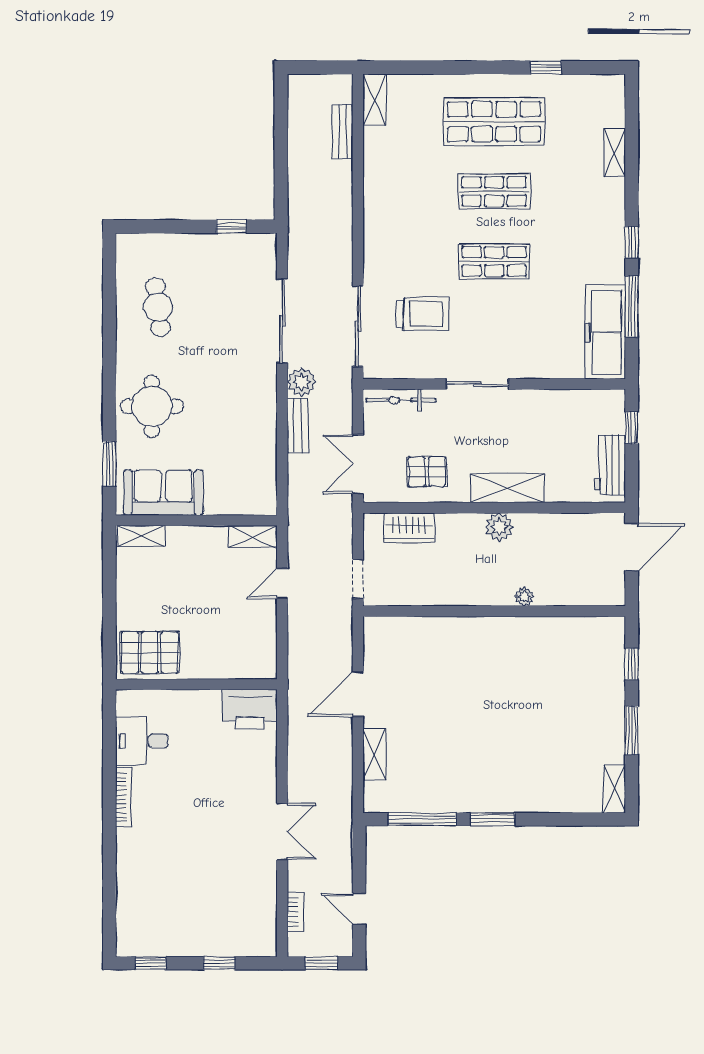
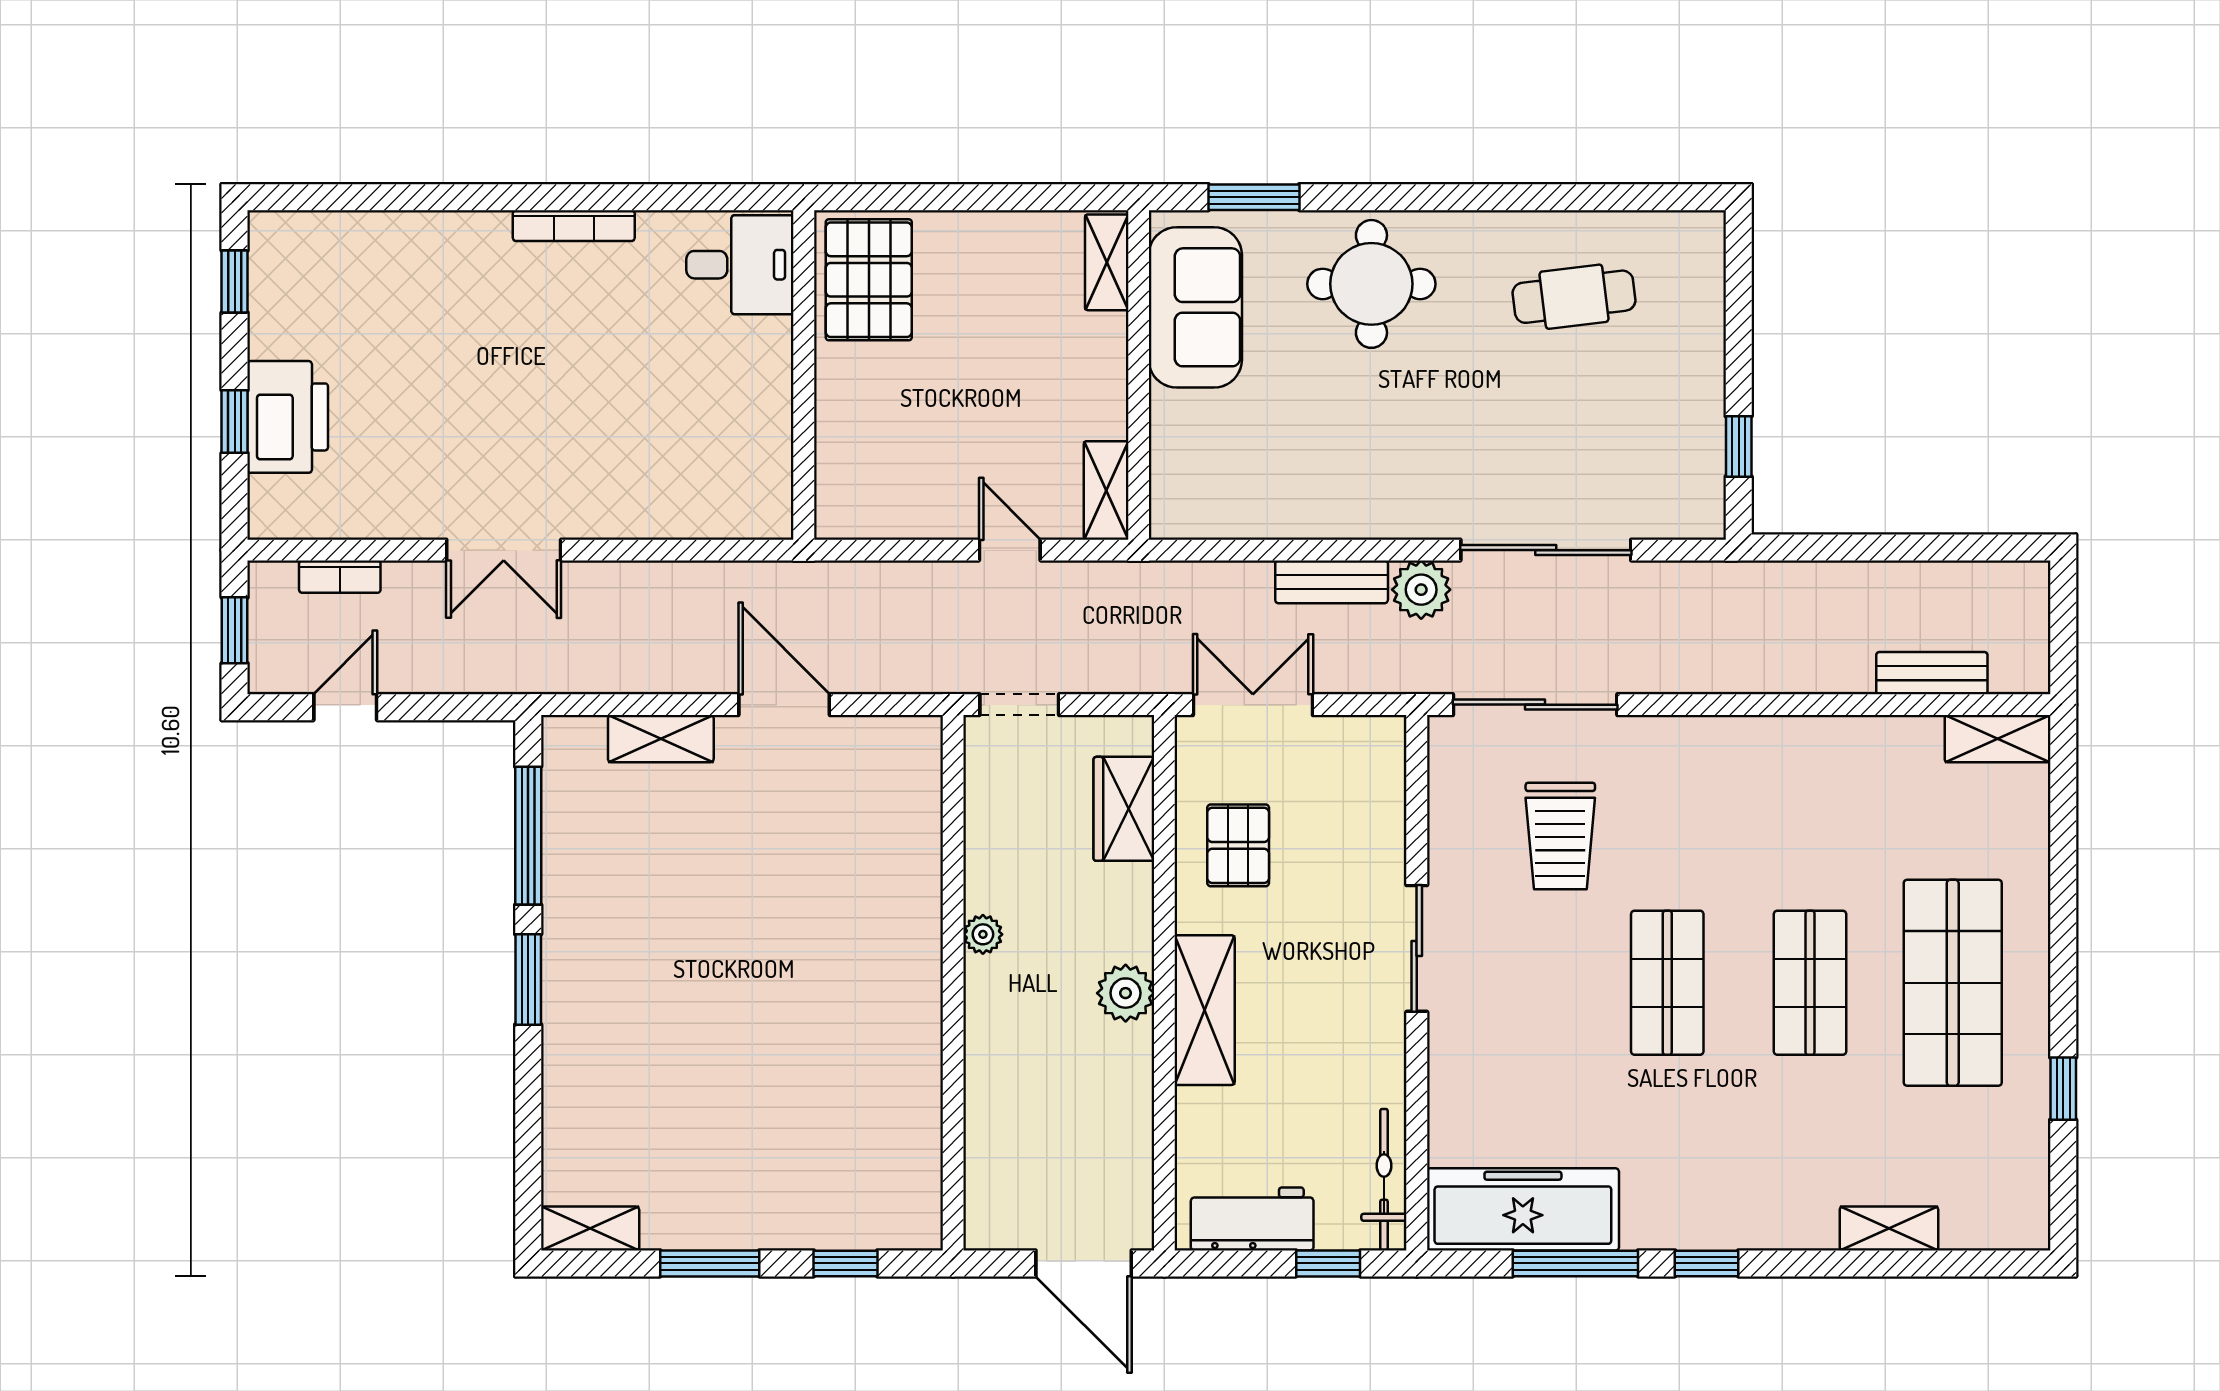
bicycle: (401, 400) -> (1384, 1180), moved
plant: (524, 597) -> (983, 934), moved
printer: (250, 709) -> (288, 417), moved, turned 180
desk: (142, 741) -> (740, 265), moved, turned 90

